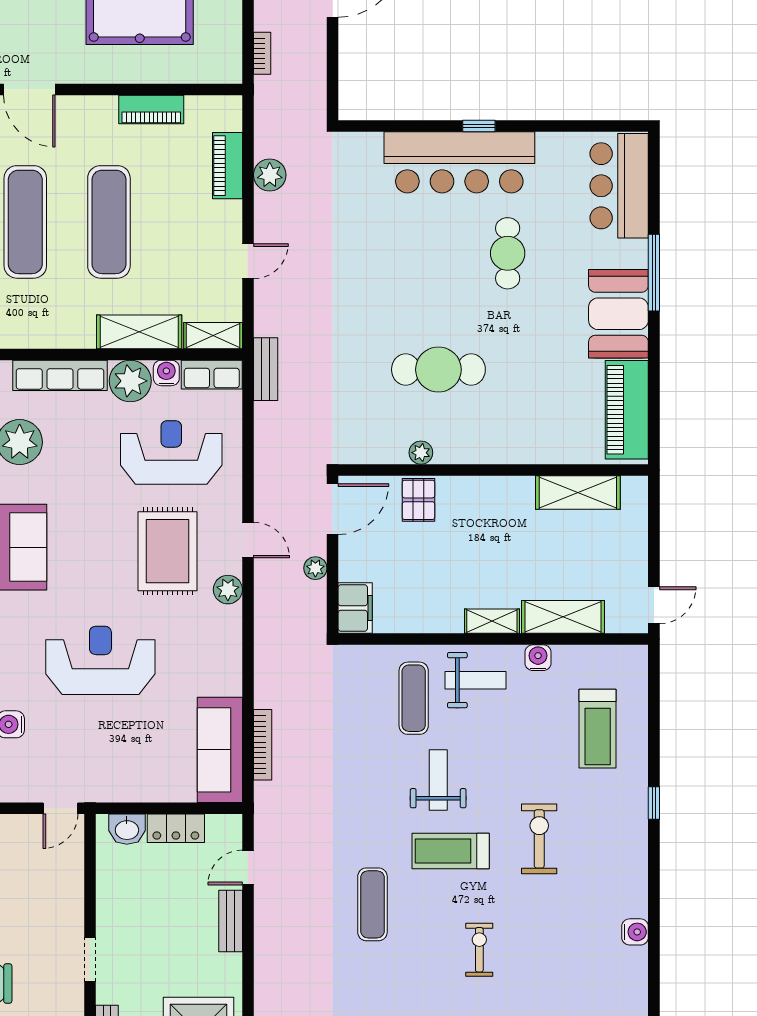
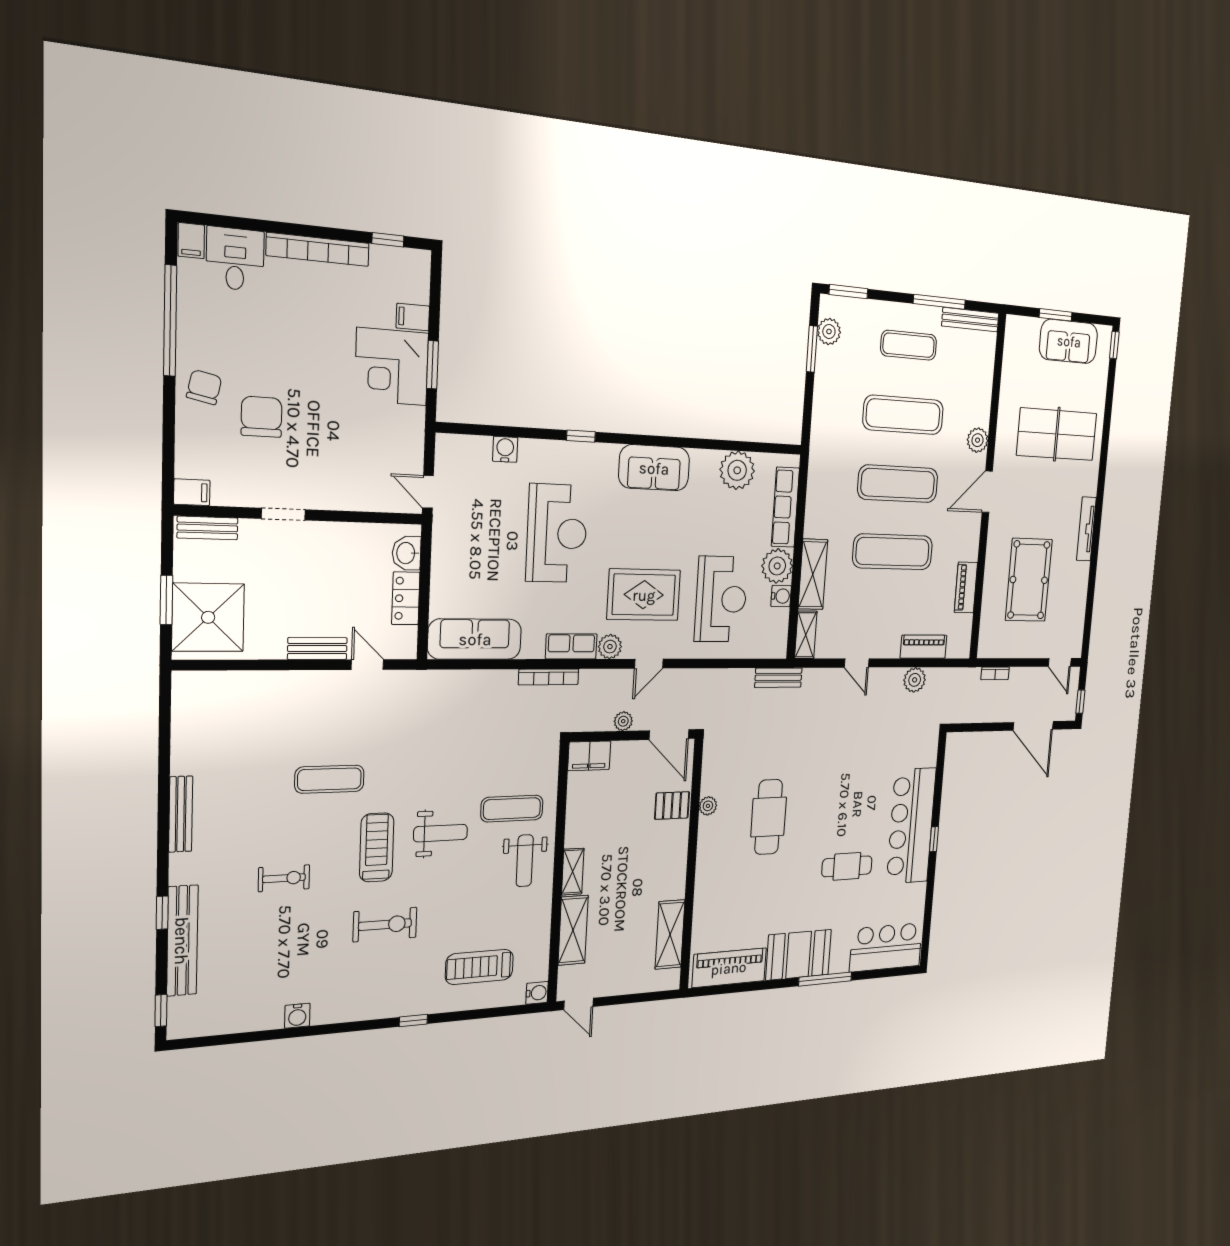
row of seats: (212, 375) -> (571, 646), moved, turned 90
water cooler: (538, 658) -> (537, 993), moved
bookcase: (263, 745) -> (549, 677), moved

